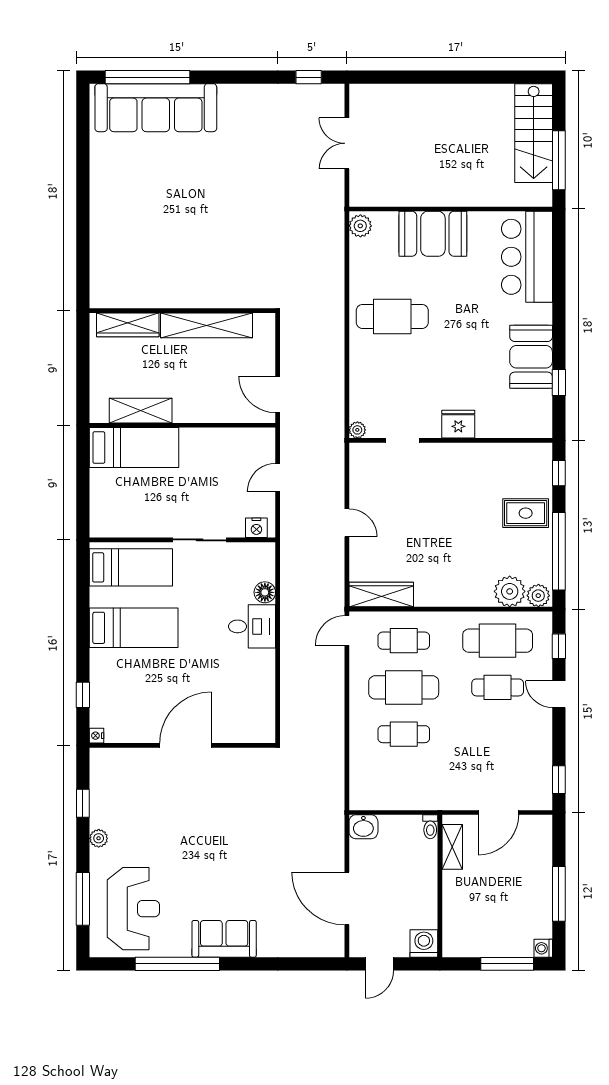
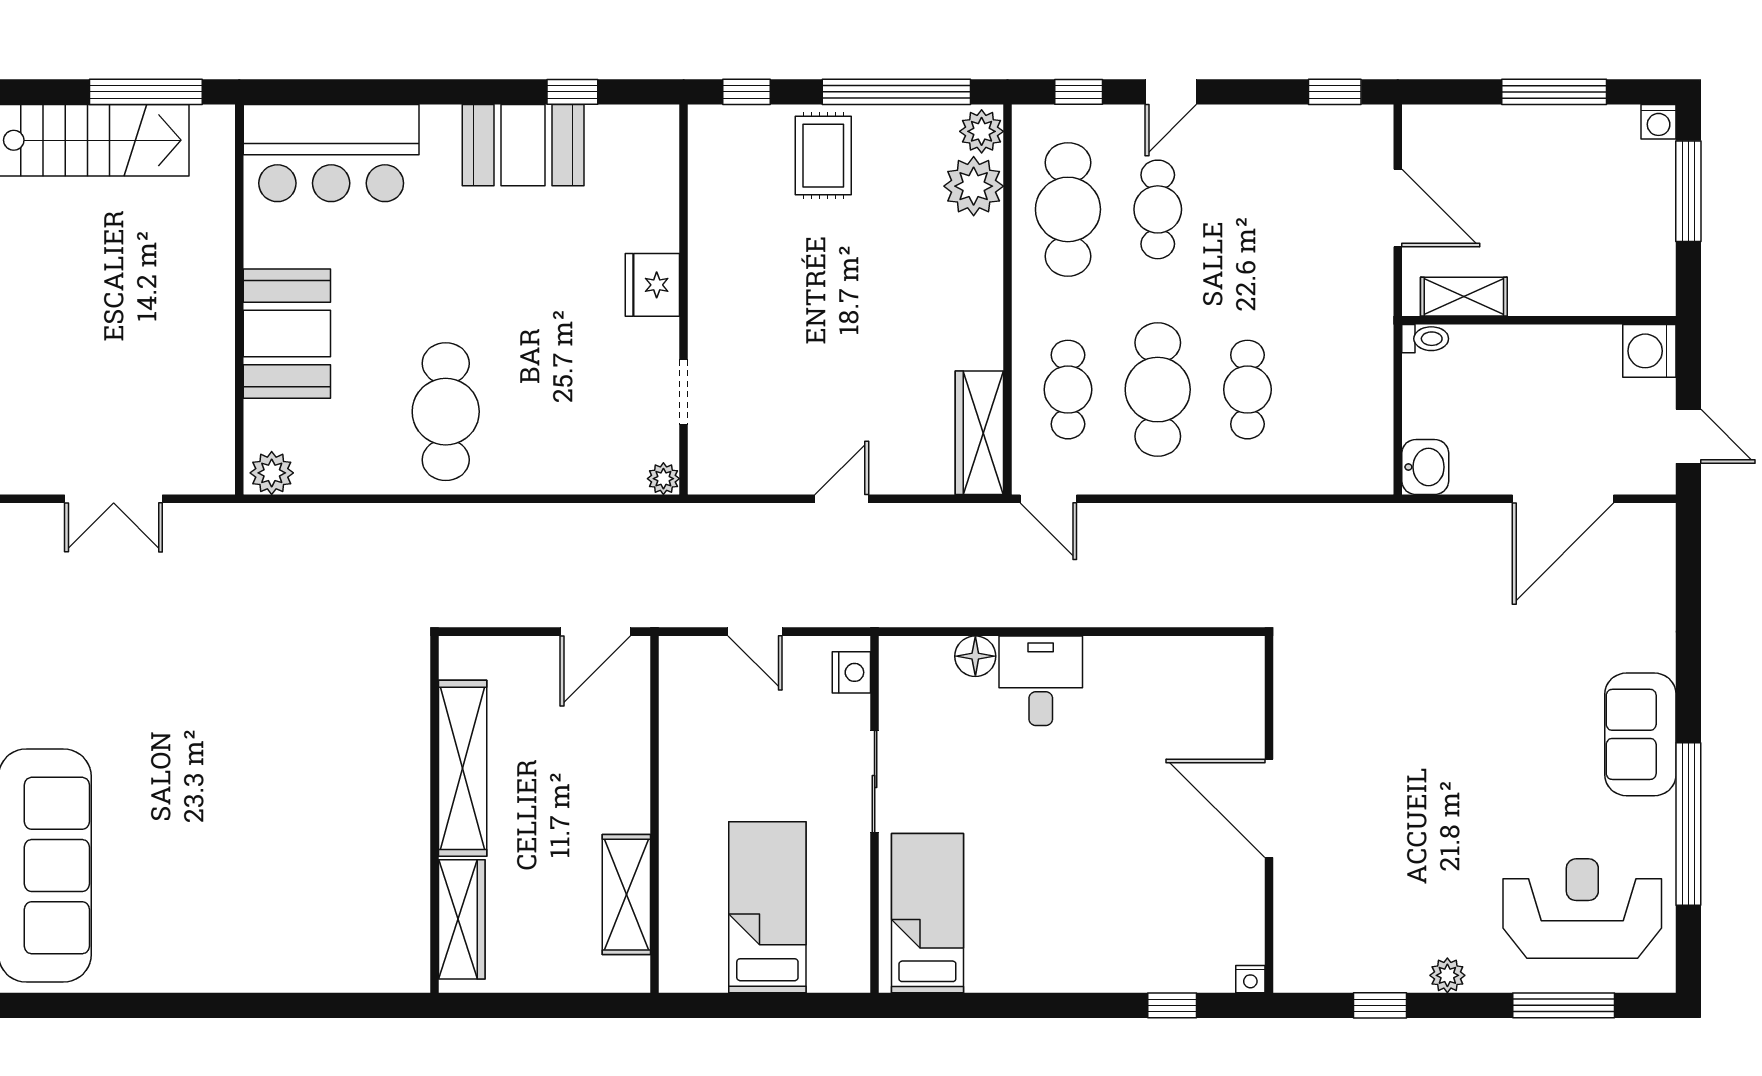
bed: (134, 447) -> (767, 907), moved
bed: (134, 628) -> (1043, 908), removed

